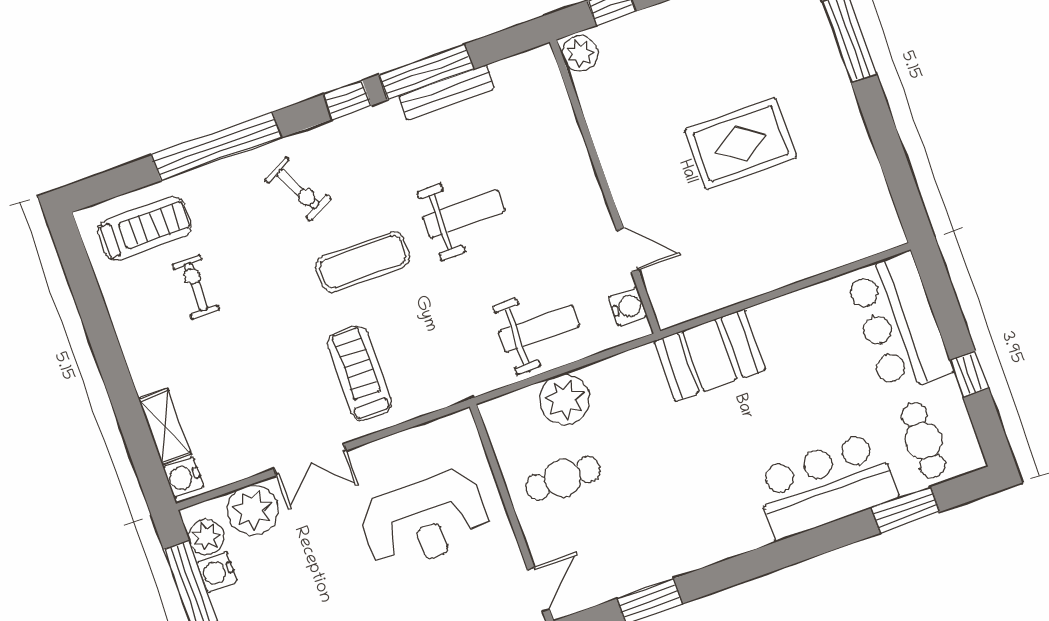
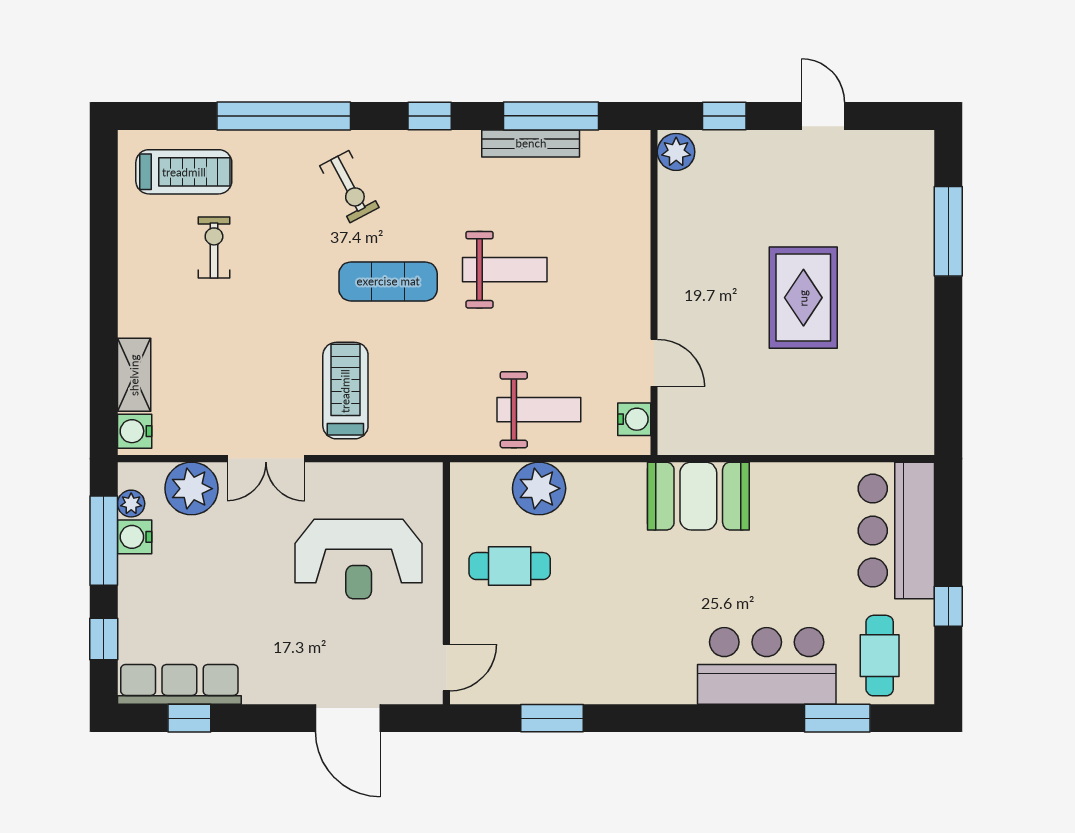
window: (426, 72) -> (551, 116), moved
rug: (741, 144) -> (803, 298), turned 90
plant: (206, 537) -> (131, 504), width x0.73, depth x0.73

